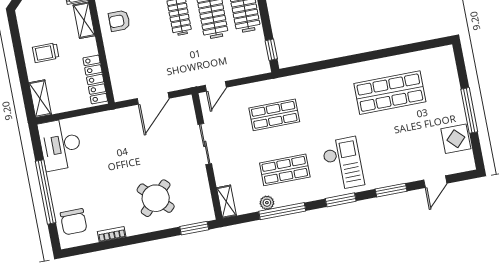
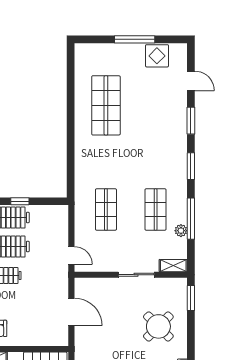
window: (271, 50) -> (20, 201), moved
sliding door: (205, 144) -> (136, 275), moved
checkout: (343, 164) -> (160, 158), removed

